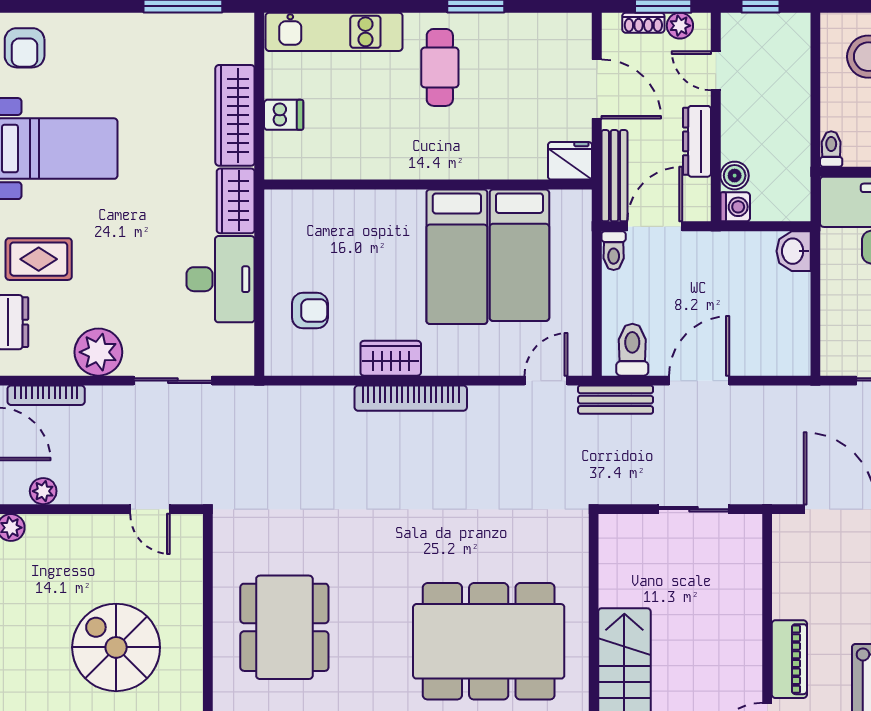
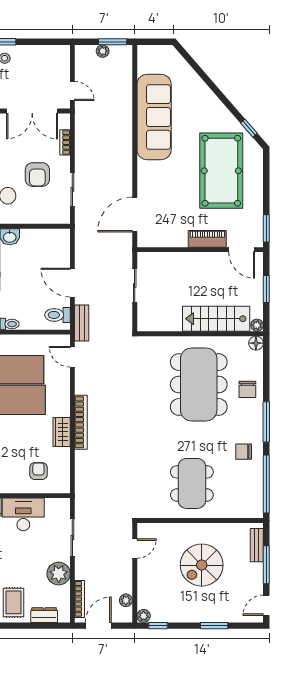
dining table: (284, 627) -> (192, 483), turned 90

